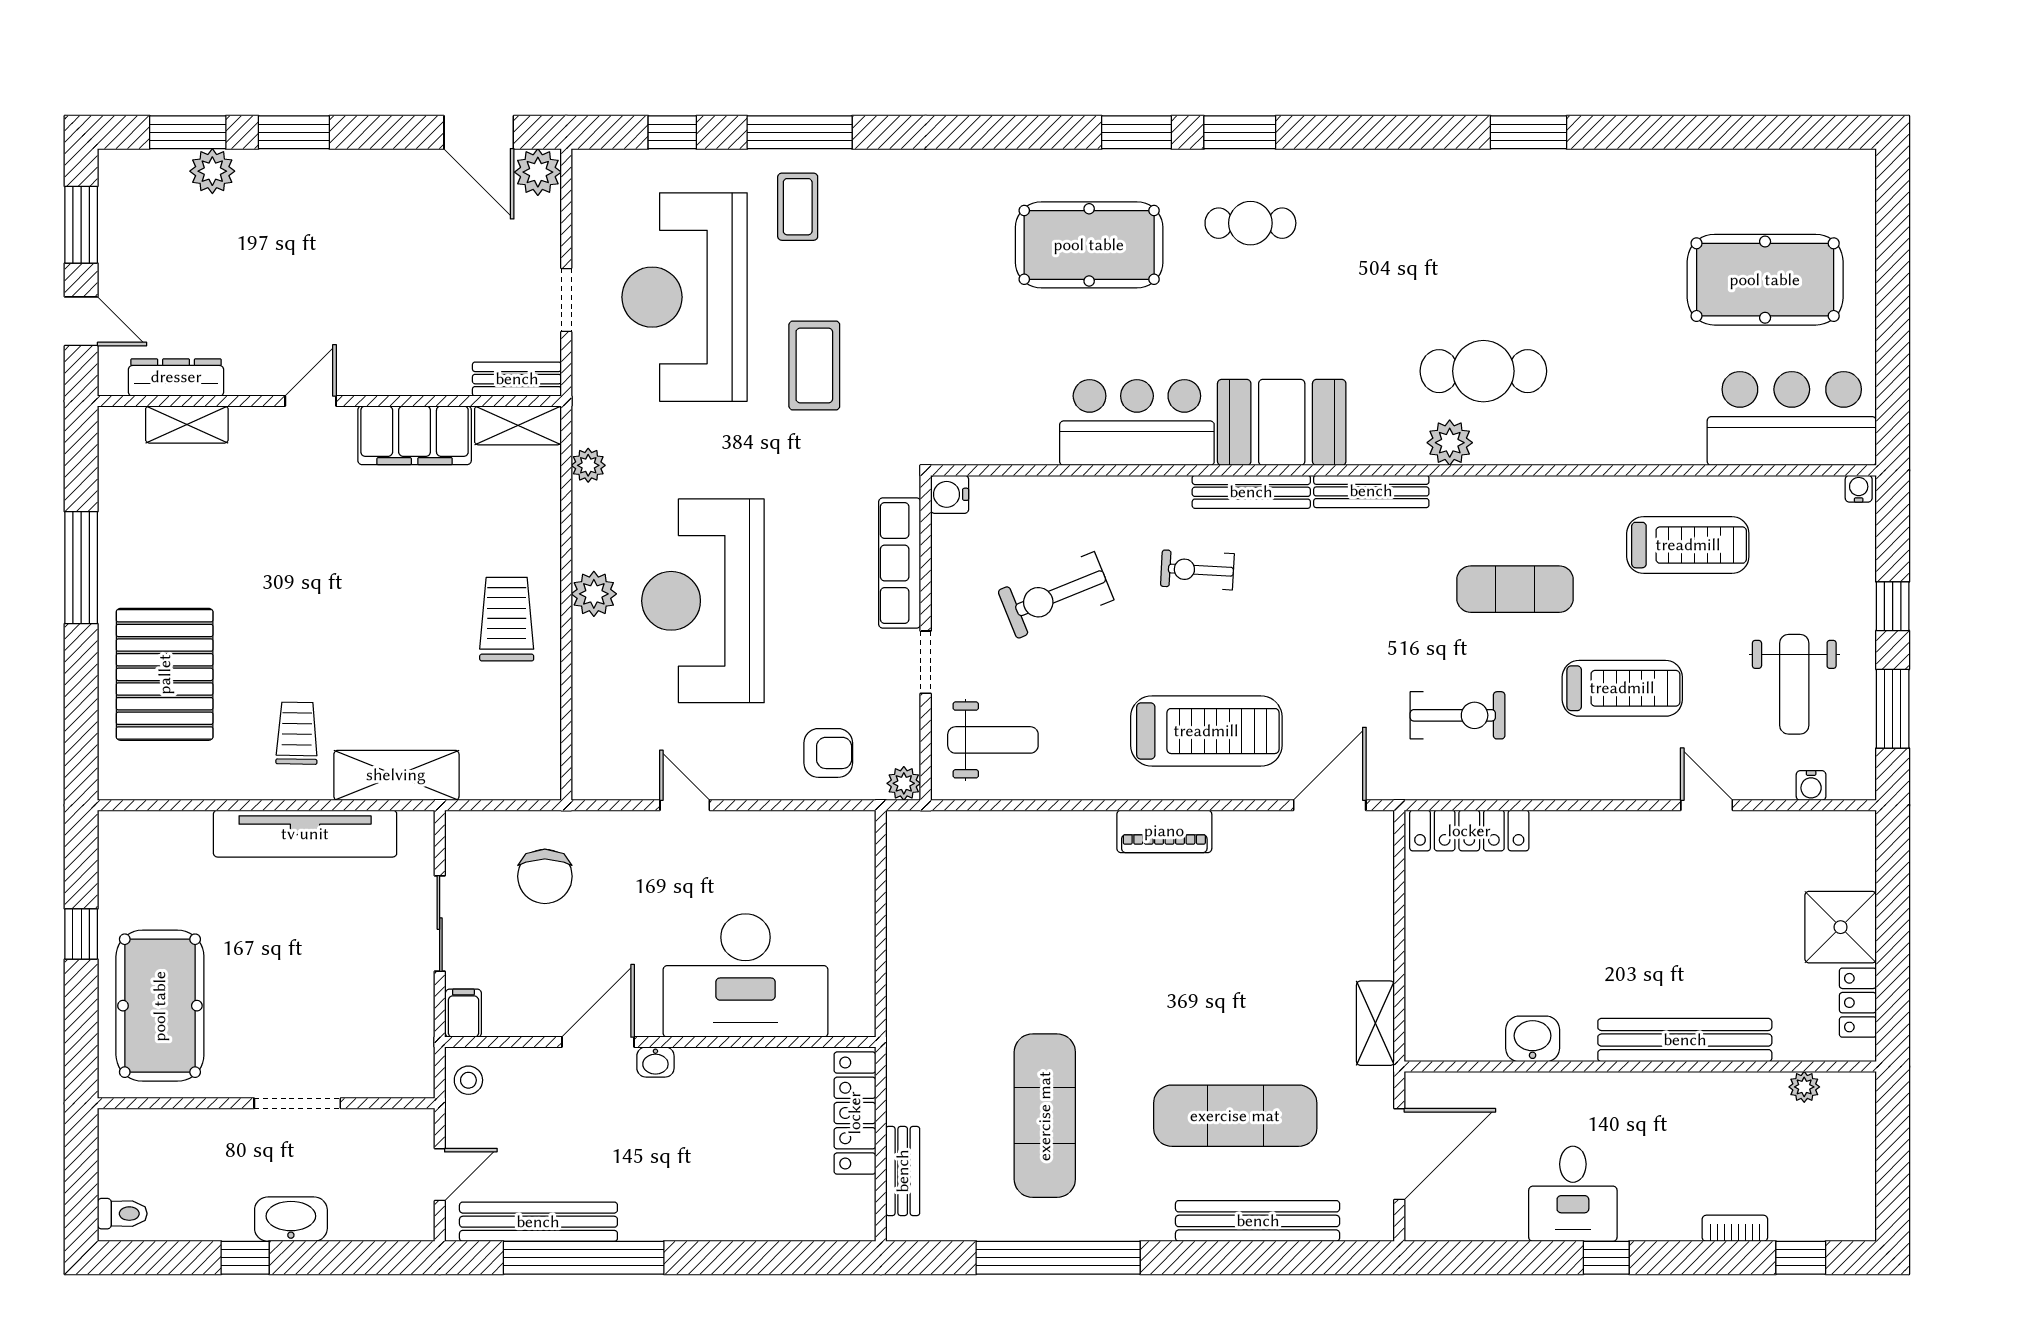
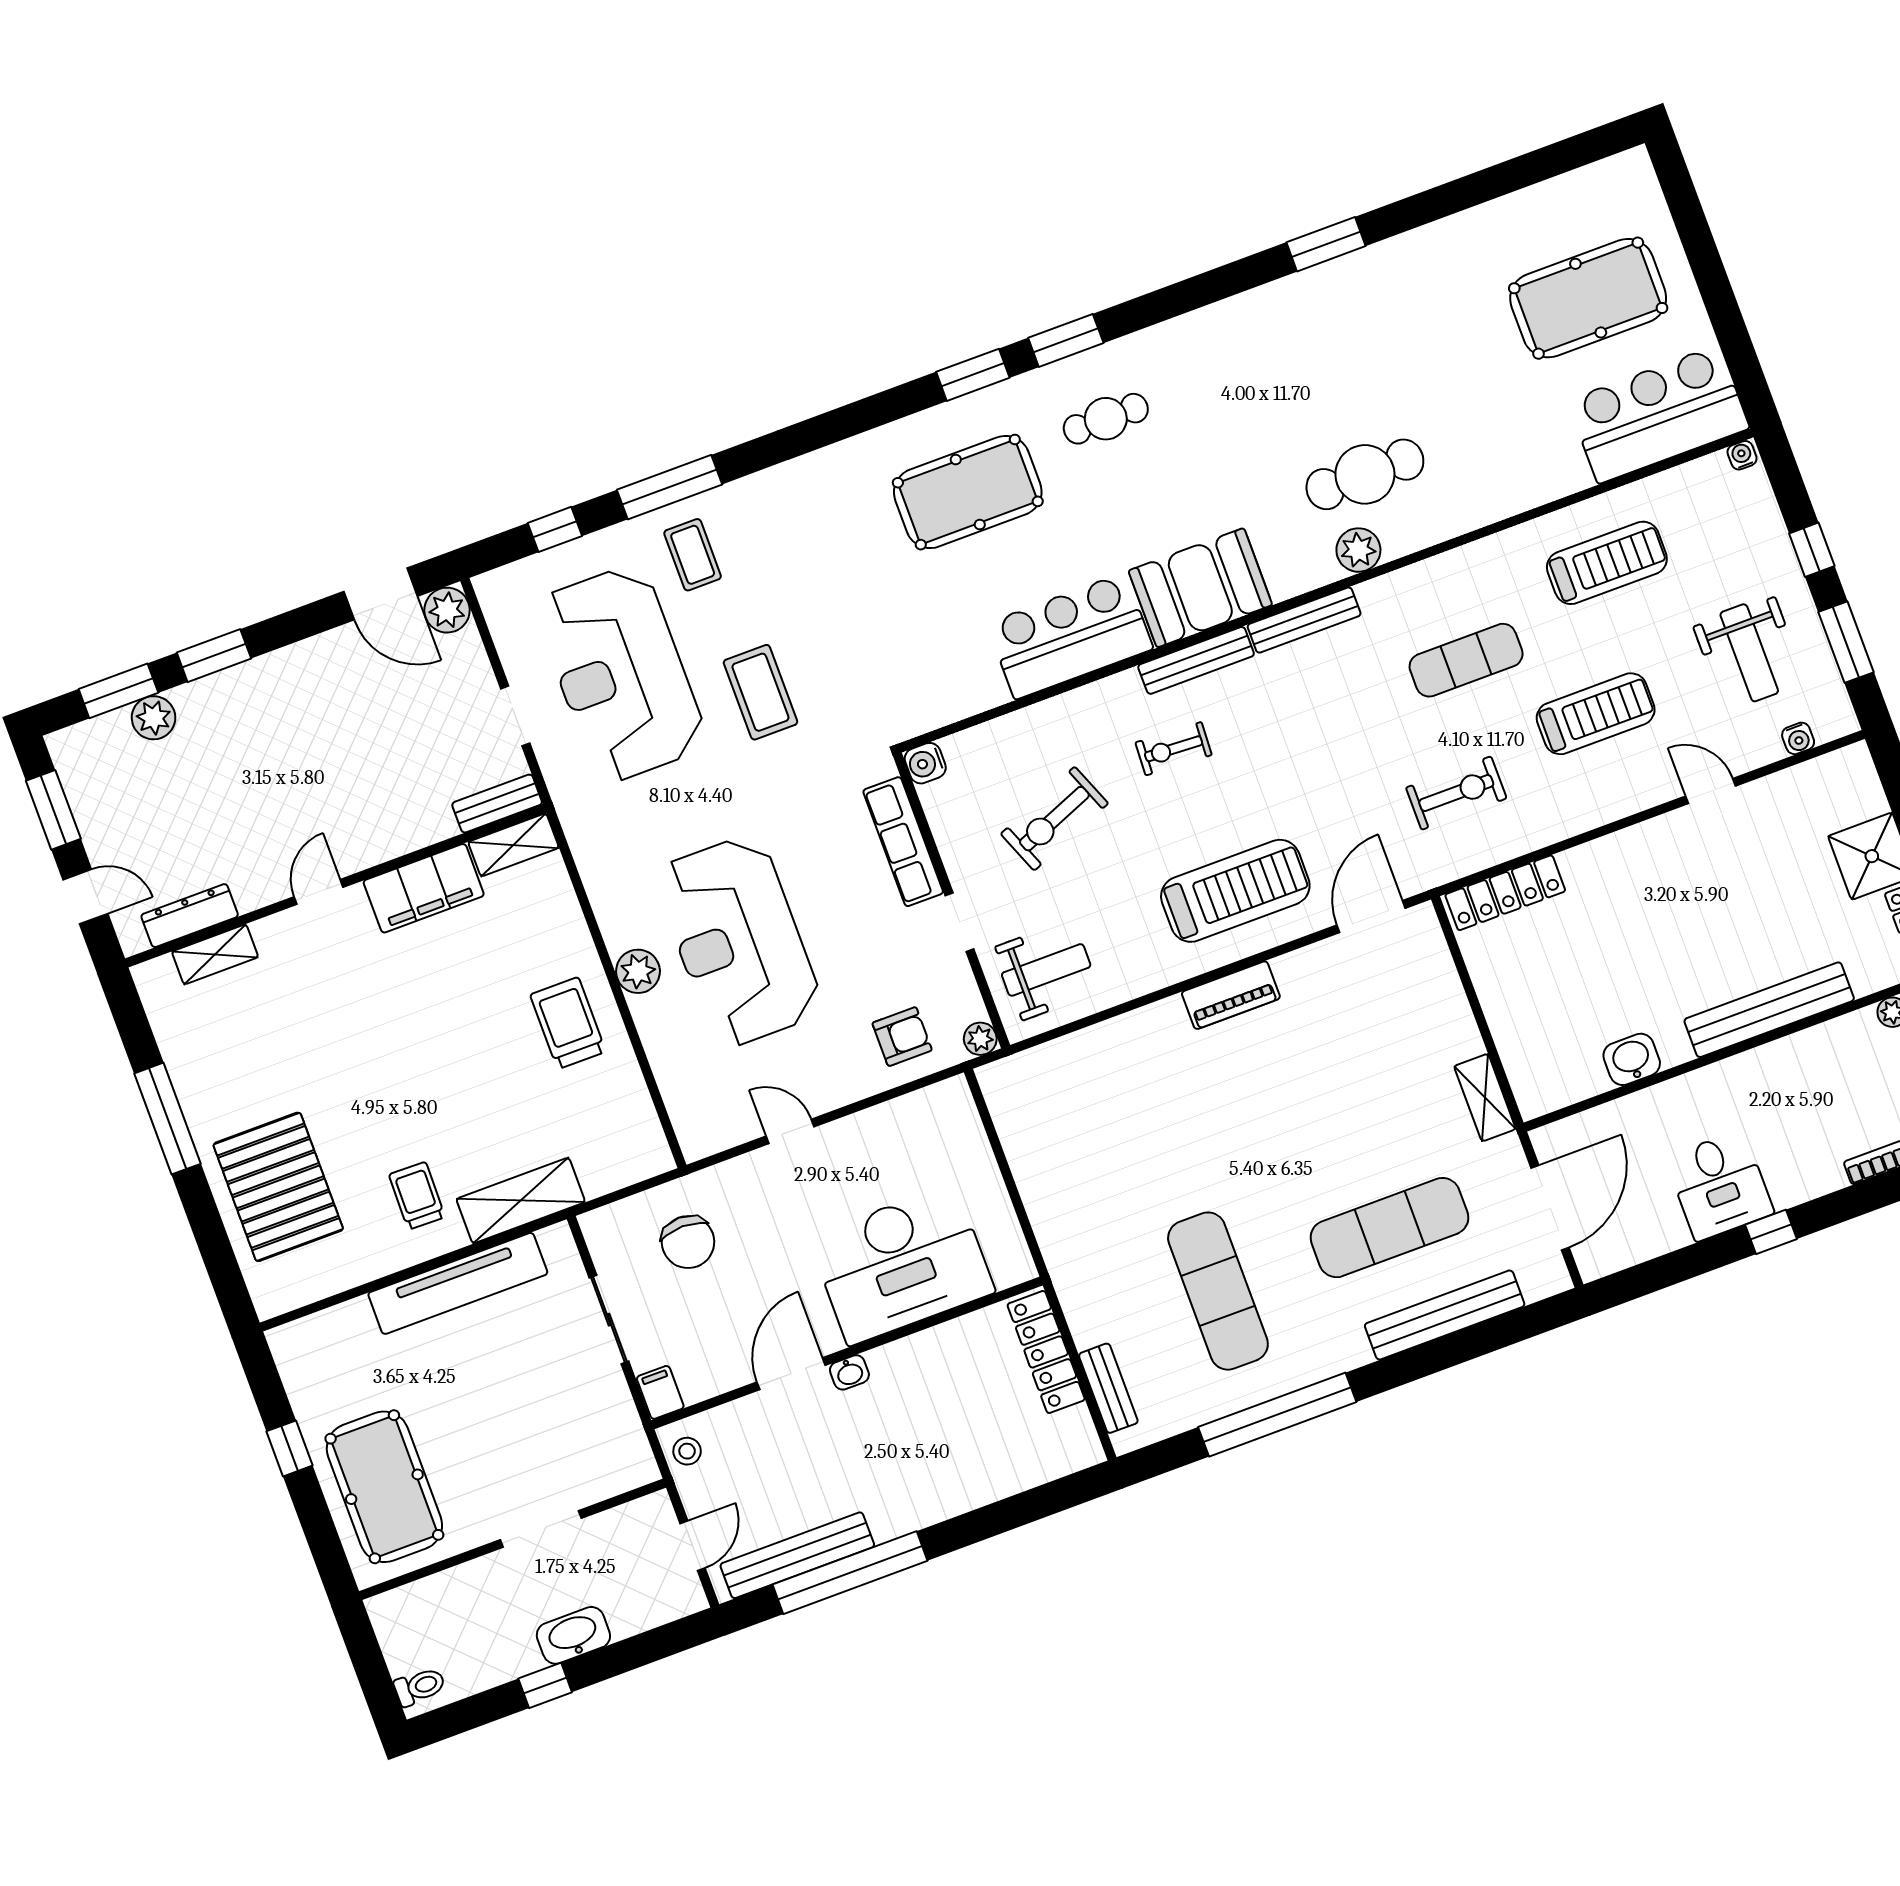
plant: (588, 465) -> (590, 857), removed

